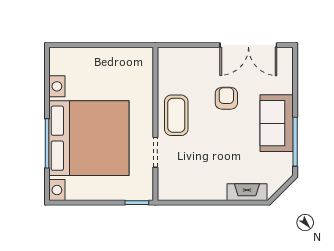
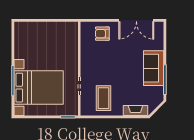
armchair: (226, 98) -> (102, 34), moved, turned -90
coffee table: (176, 115) -> (104, 98), moved
bed with nightstands: (89, 138) -> (39, 88), width x0.73

